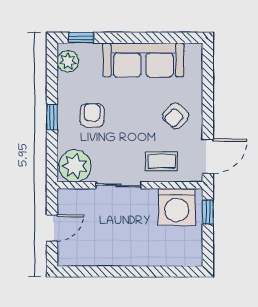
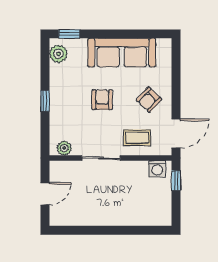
armchair: (92, 115) -> (102, 100), moved
plant: (75, 166) -> (64, 148), width x0.53, depth x0.53
washing machine: (177, 207) -> (157, 169), width x0.53, depth x0.53

